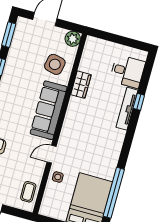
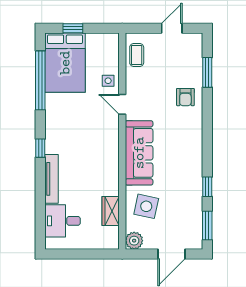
wardrobe: (81, 85) -> (111, 211), moved
window: (139, 102) -> (40, 148), moved
door: (51, 154) -> (122, 104), swing flipped

